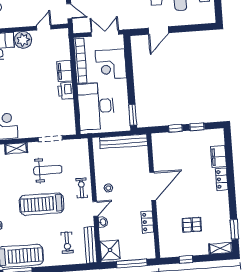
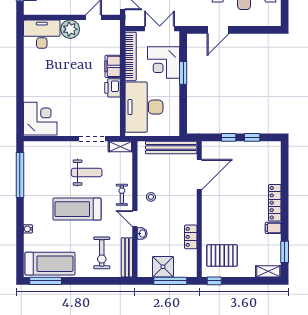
window: (133, 115) -> (183, 73), moved
shelving: (16, 148) -> (120, 147), moved
filing cabinet: (219, 157) -> (273, 228), moved, width x0.50
locker: (222, 179) -> (275, 203), width x1.53
door: (153, 186) -> (199, 175), moved
door: (95, 209) -> (135, 219), swing flipped
pallet: (192, 225) -> (222, 255), moved, width x1.50, depth x1.42
exercise bike: (67, 243) -> (102, 253), width x1.38, depth x1.39
shower: (110, 250) -> (163, 267), moved
window: (186, 259) -> (214, 281), moved

